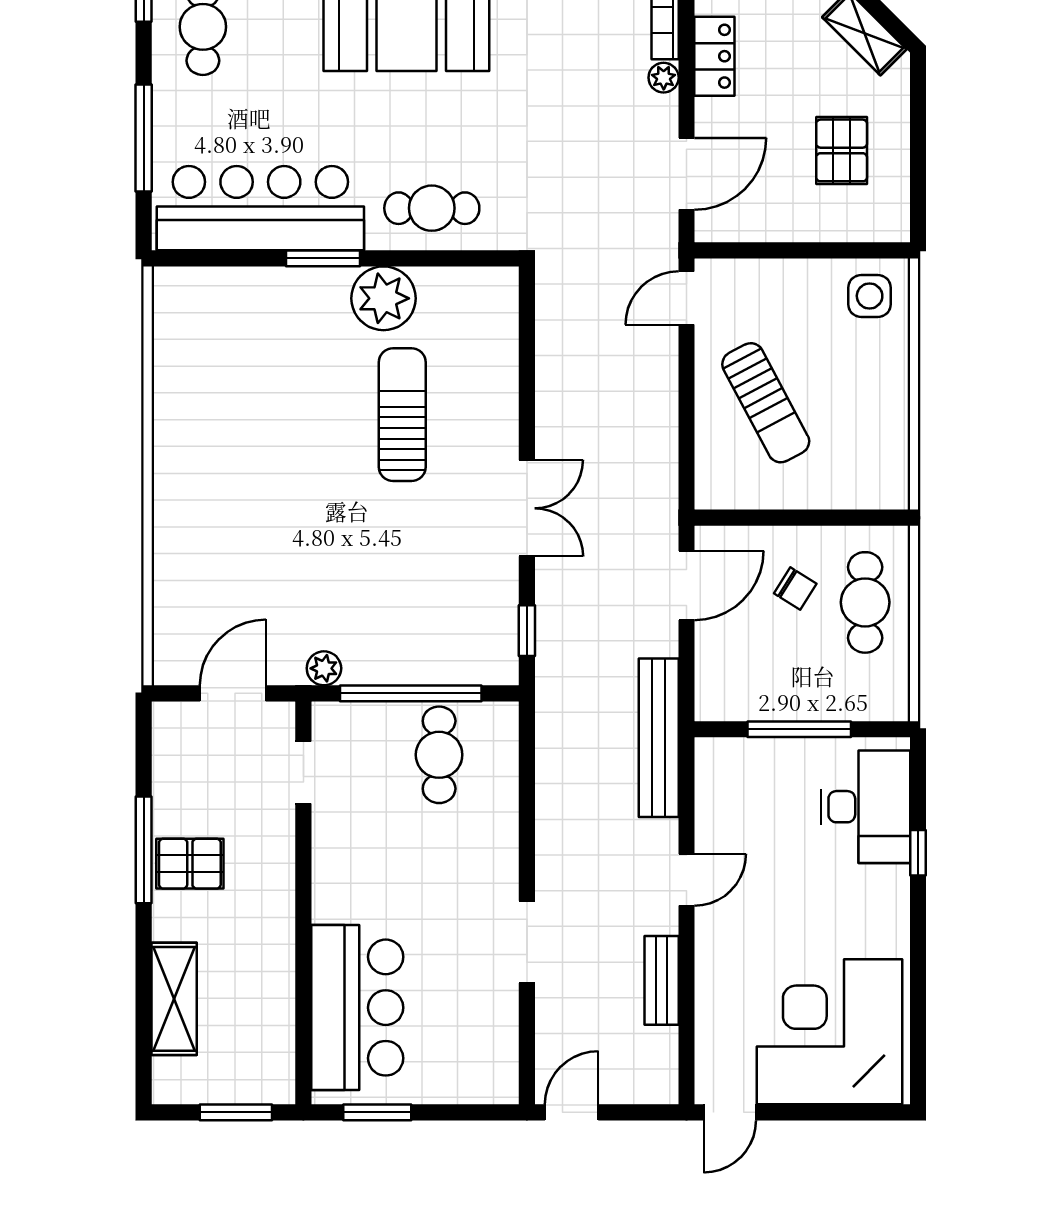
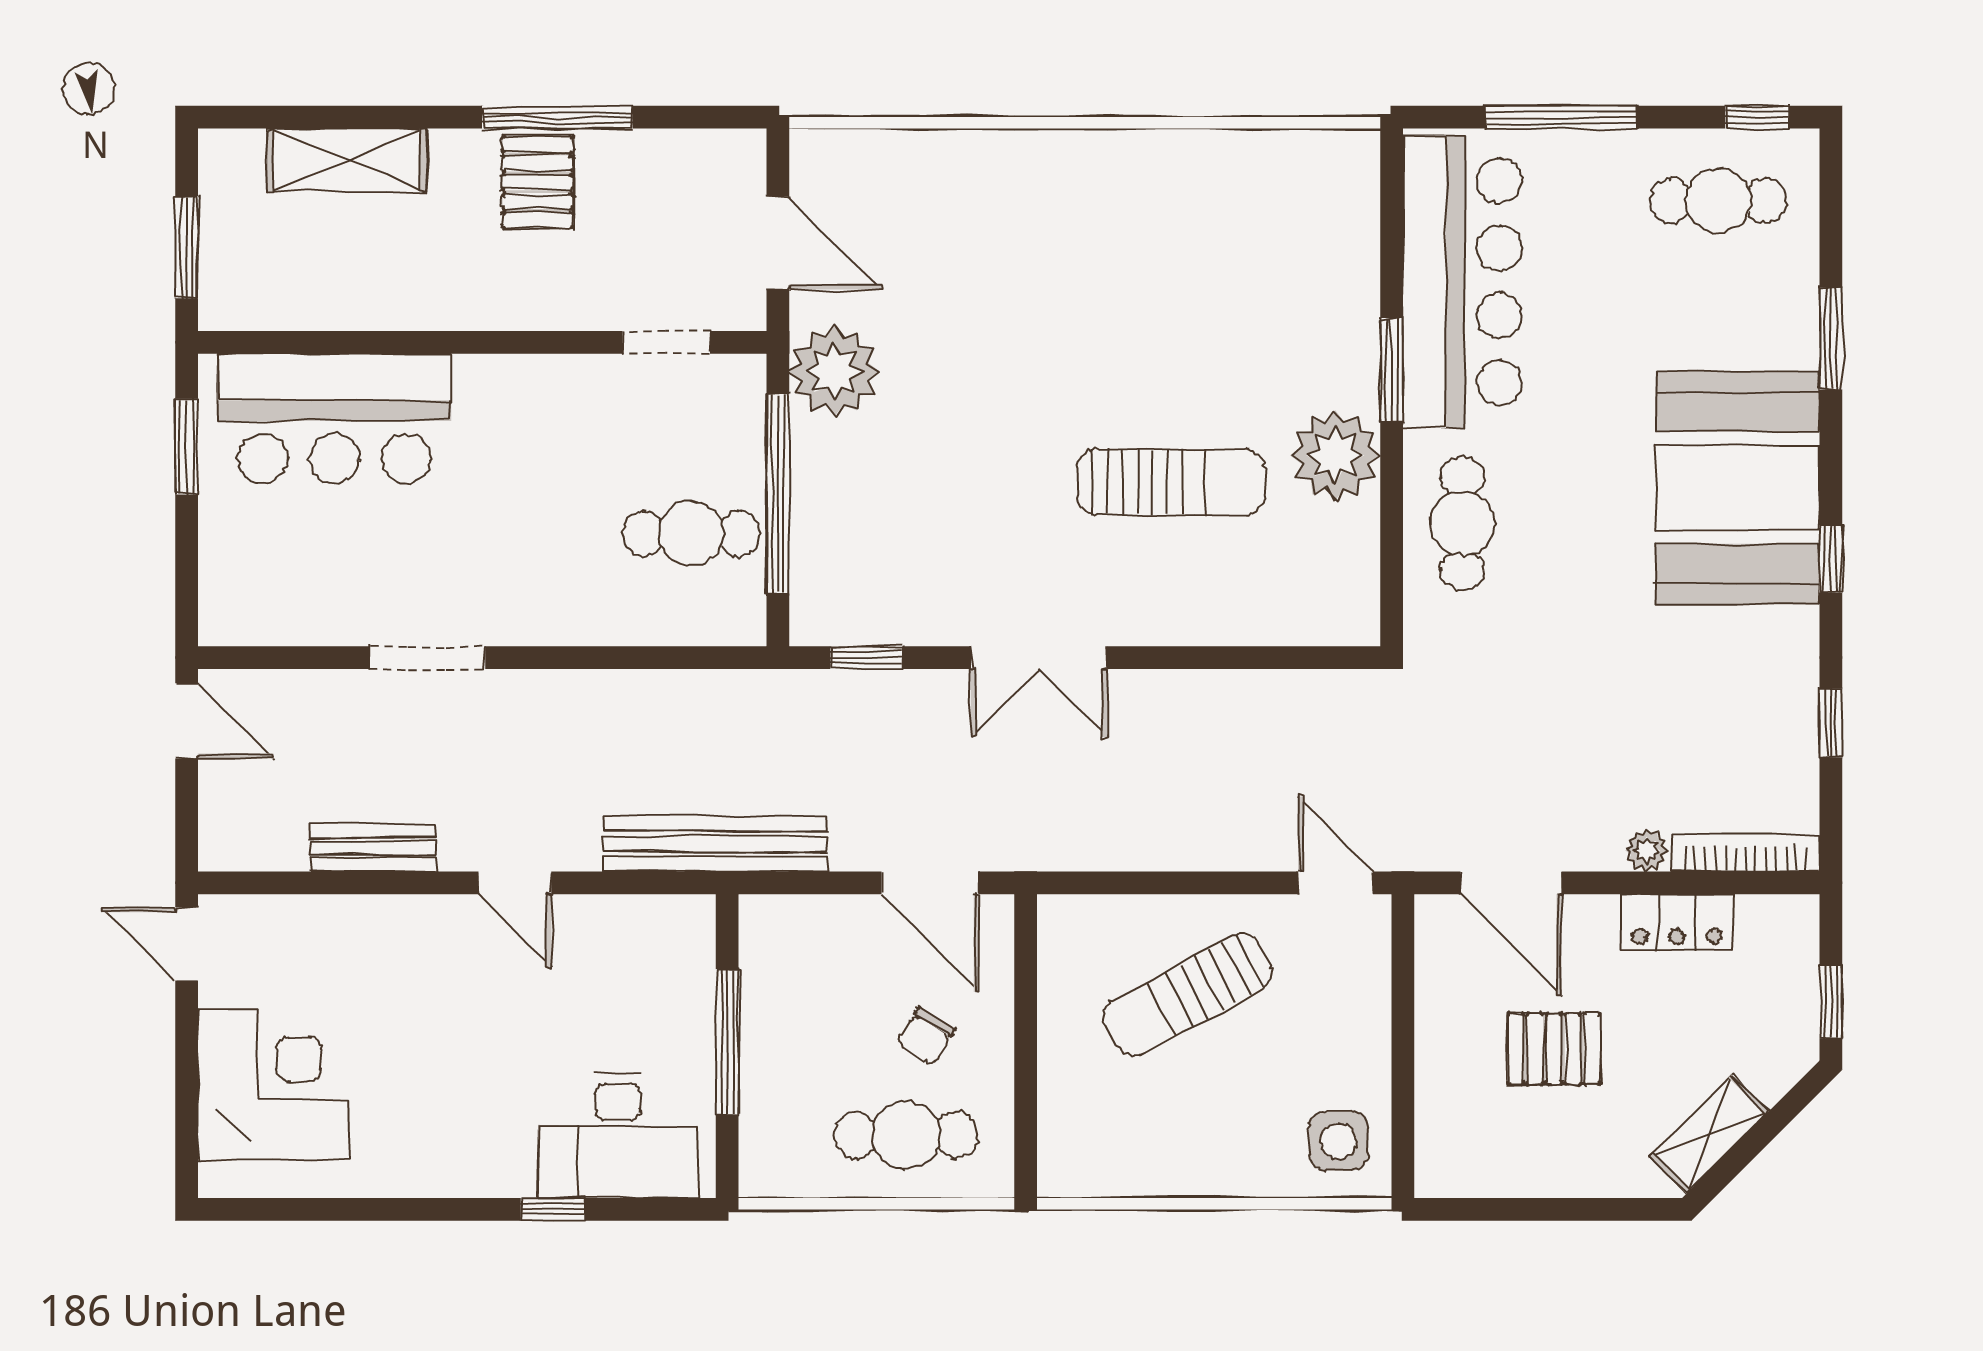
pallet: (842, 150) -> (1554, 1049), moved
plant: (324, 668) -> (834, 371), width x1.88, depth x1.88
corner desk: (830, 1032) -> (273, 1085), width x0.74, depth x0.74

